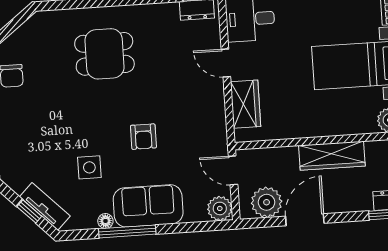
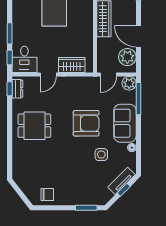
dining table: (104, 54) -> (34, 126), moved, turned 90
armchair: (143, 137) -> (86, 123), width x1.88, depth x1.88
window: (127, 231) -> (139, 99), moved

